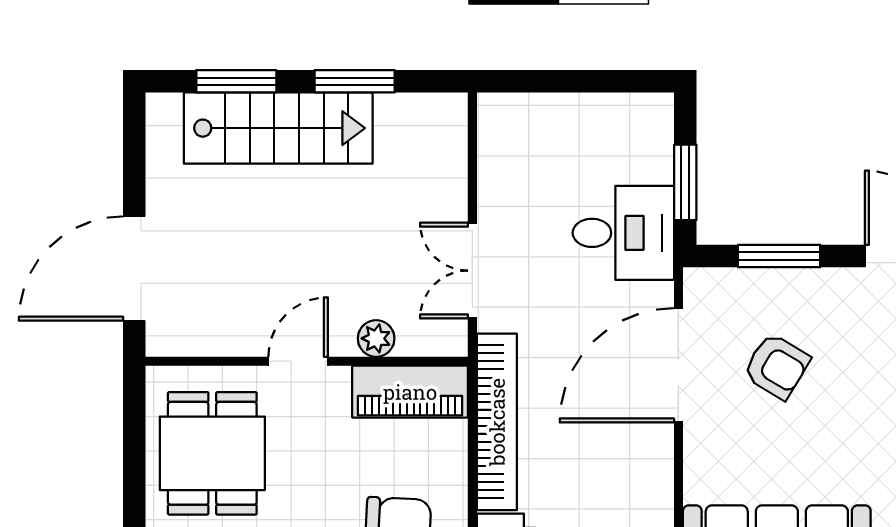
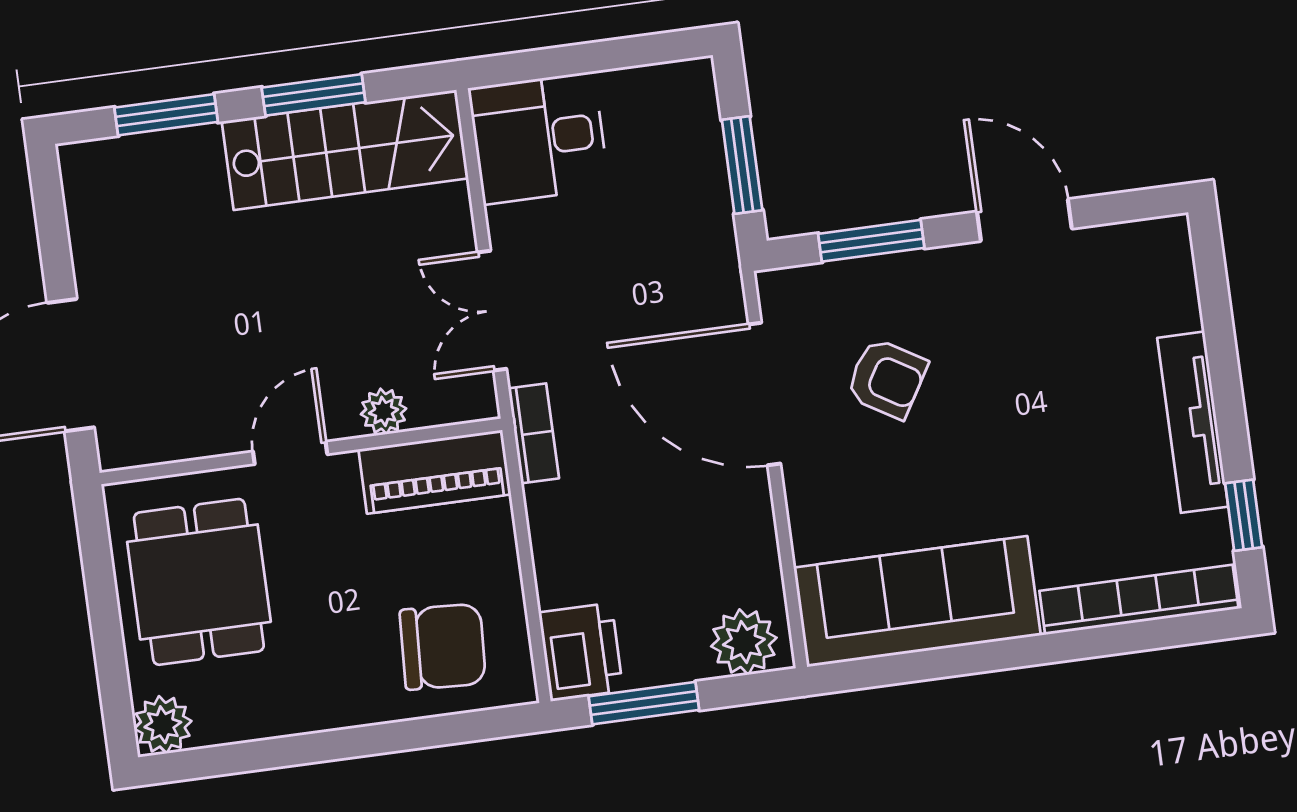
stairs: (278, 128) -> (345, 150), moved
desk: (623, 233) -> (539, 138), moved, turned 180
door: (678, 365) -> (764, 394), hinge flipped
bookcase: (497, 422) -> (534, 433), width x0.43, depth x0.76

